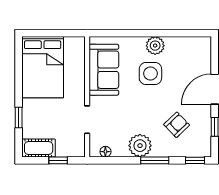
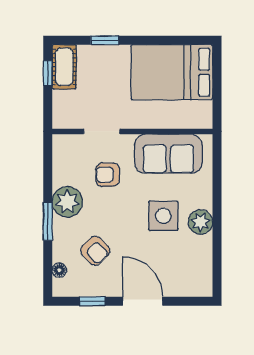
armchair: (120, 115) -> (108, 175), added
floor lamp: (105, 152) -> (59, 270), moved
window: (58, 160) -> (48, 73), moved
window: (195, 160) -> (48, 275), removed

